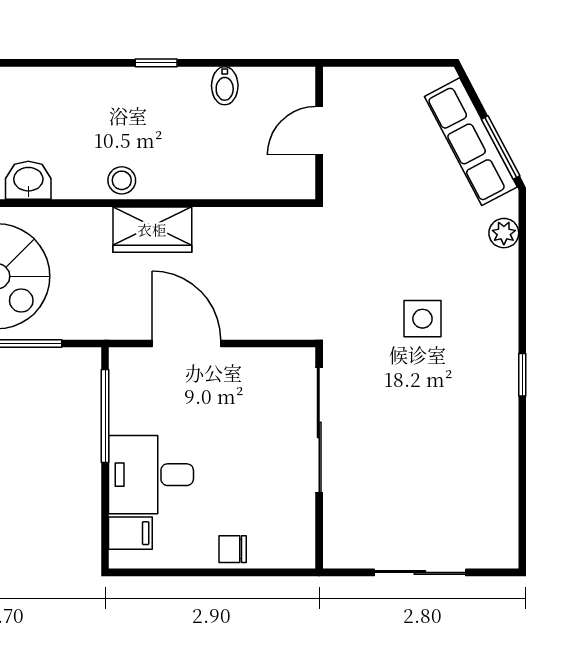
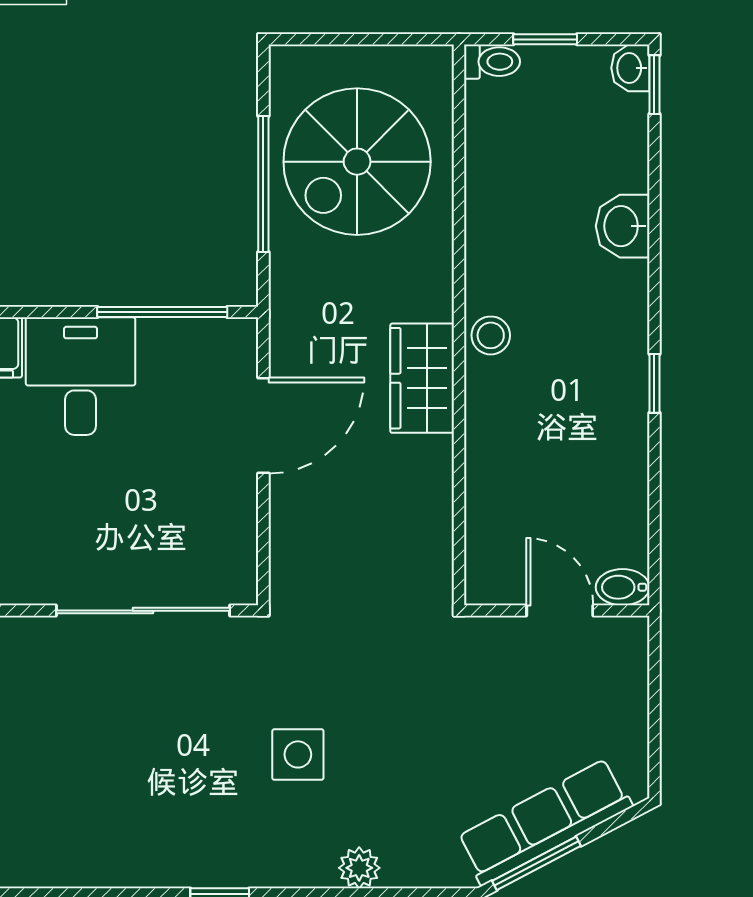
bidet: (225, 86) -> (623, 587), moved
washbasin: (28, 180) -> (623, 226), moved, turned 180
plant: (504, 233) -> (359, 868), moved

